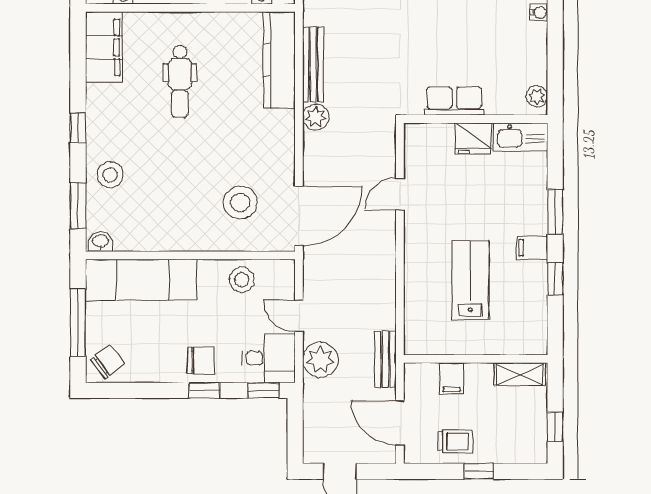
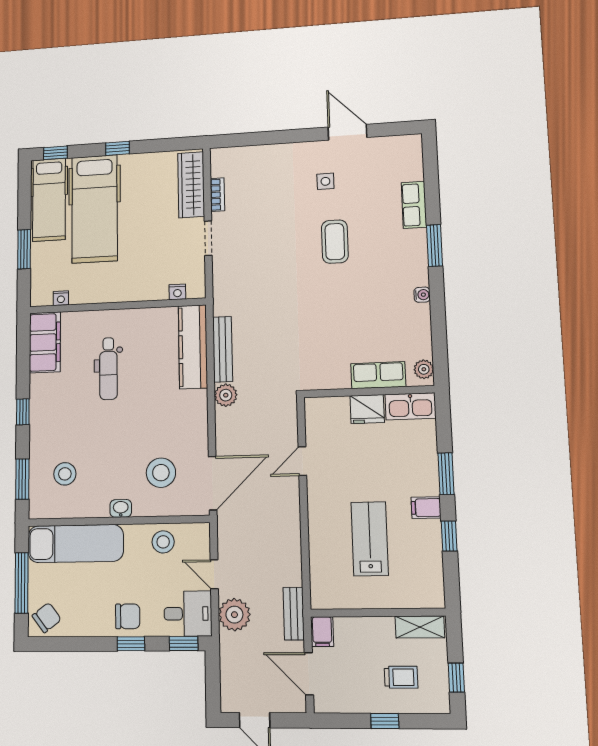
row of seats: (454, 101) -> (378, 375), moved
stool: (110, 175) -> (65, 474), moved
washbasin: (100, 242) -> (121, 508), moved
filing cabinet: (452, 378) -> (322, 632), moved
trolley: (455, 441) -> (401, 677), moved

